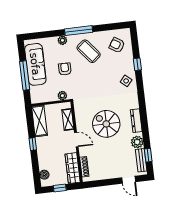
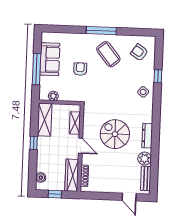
plant: (62, 40) -> (82, 38), removed
sofa: (35, 64) -> (50, 59), width x0.73
plant: (62, 96) -> (53, 96), moved
window: (148, 155) -> (154, 174), removed

